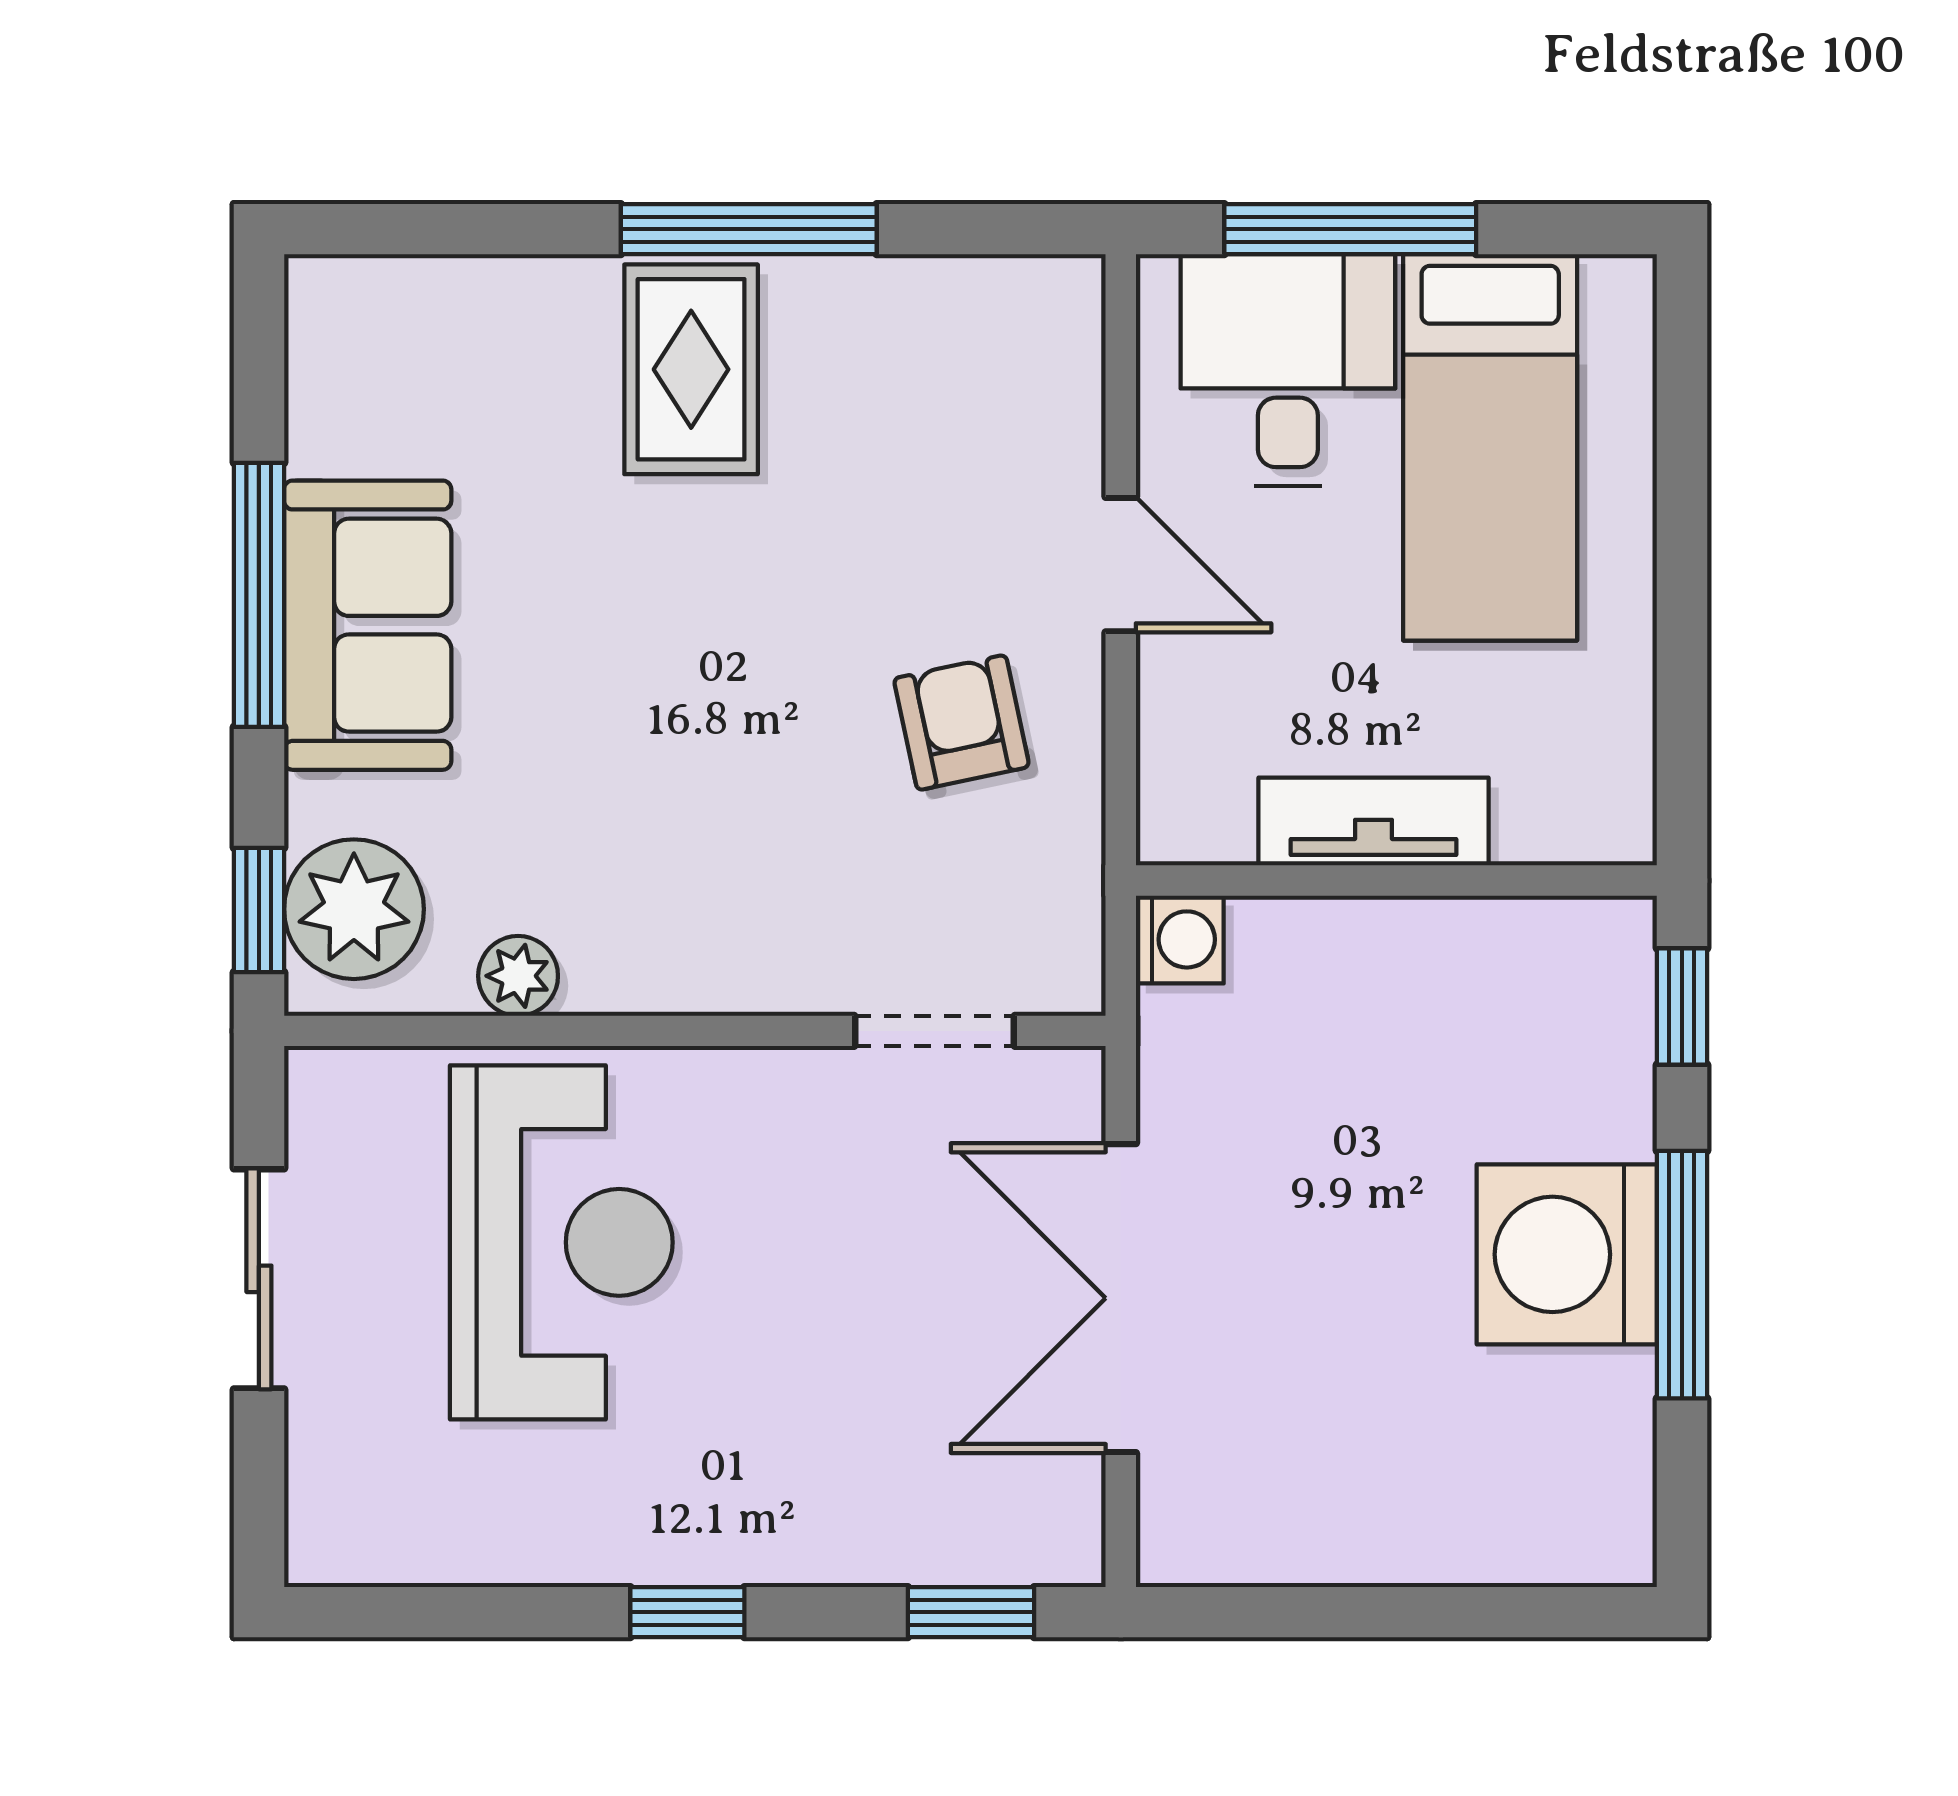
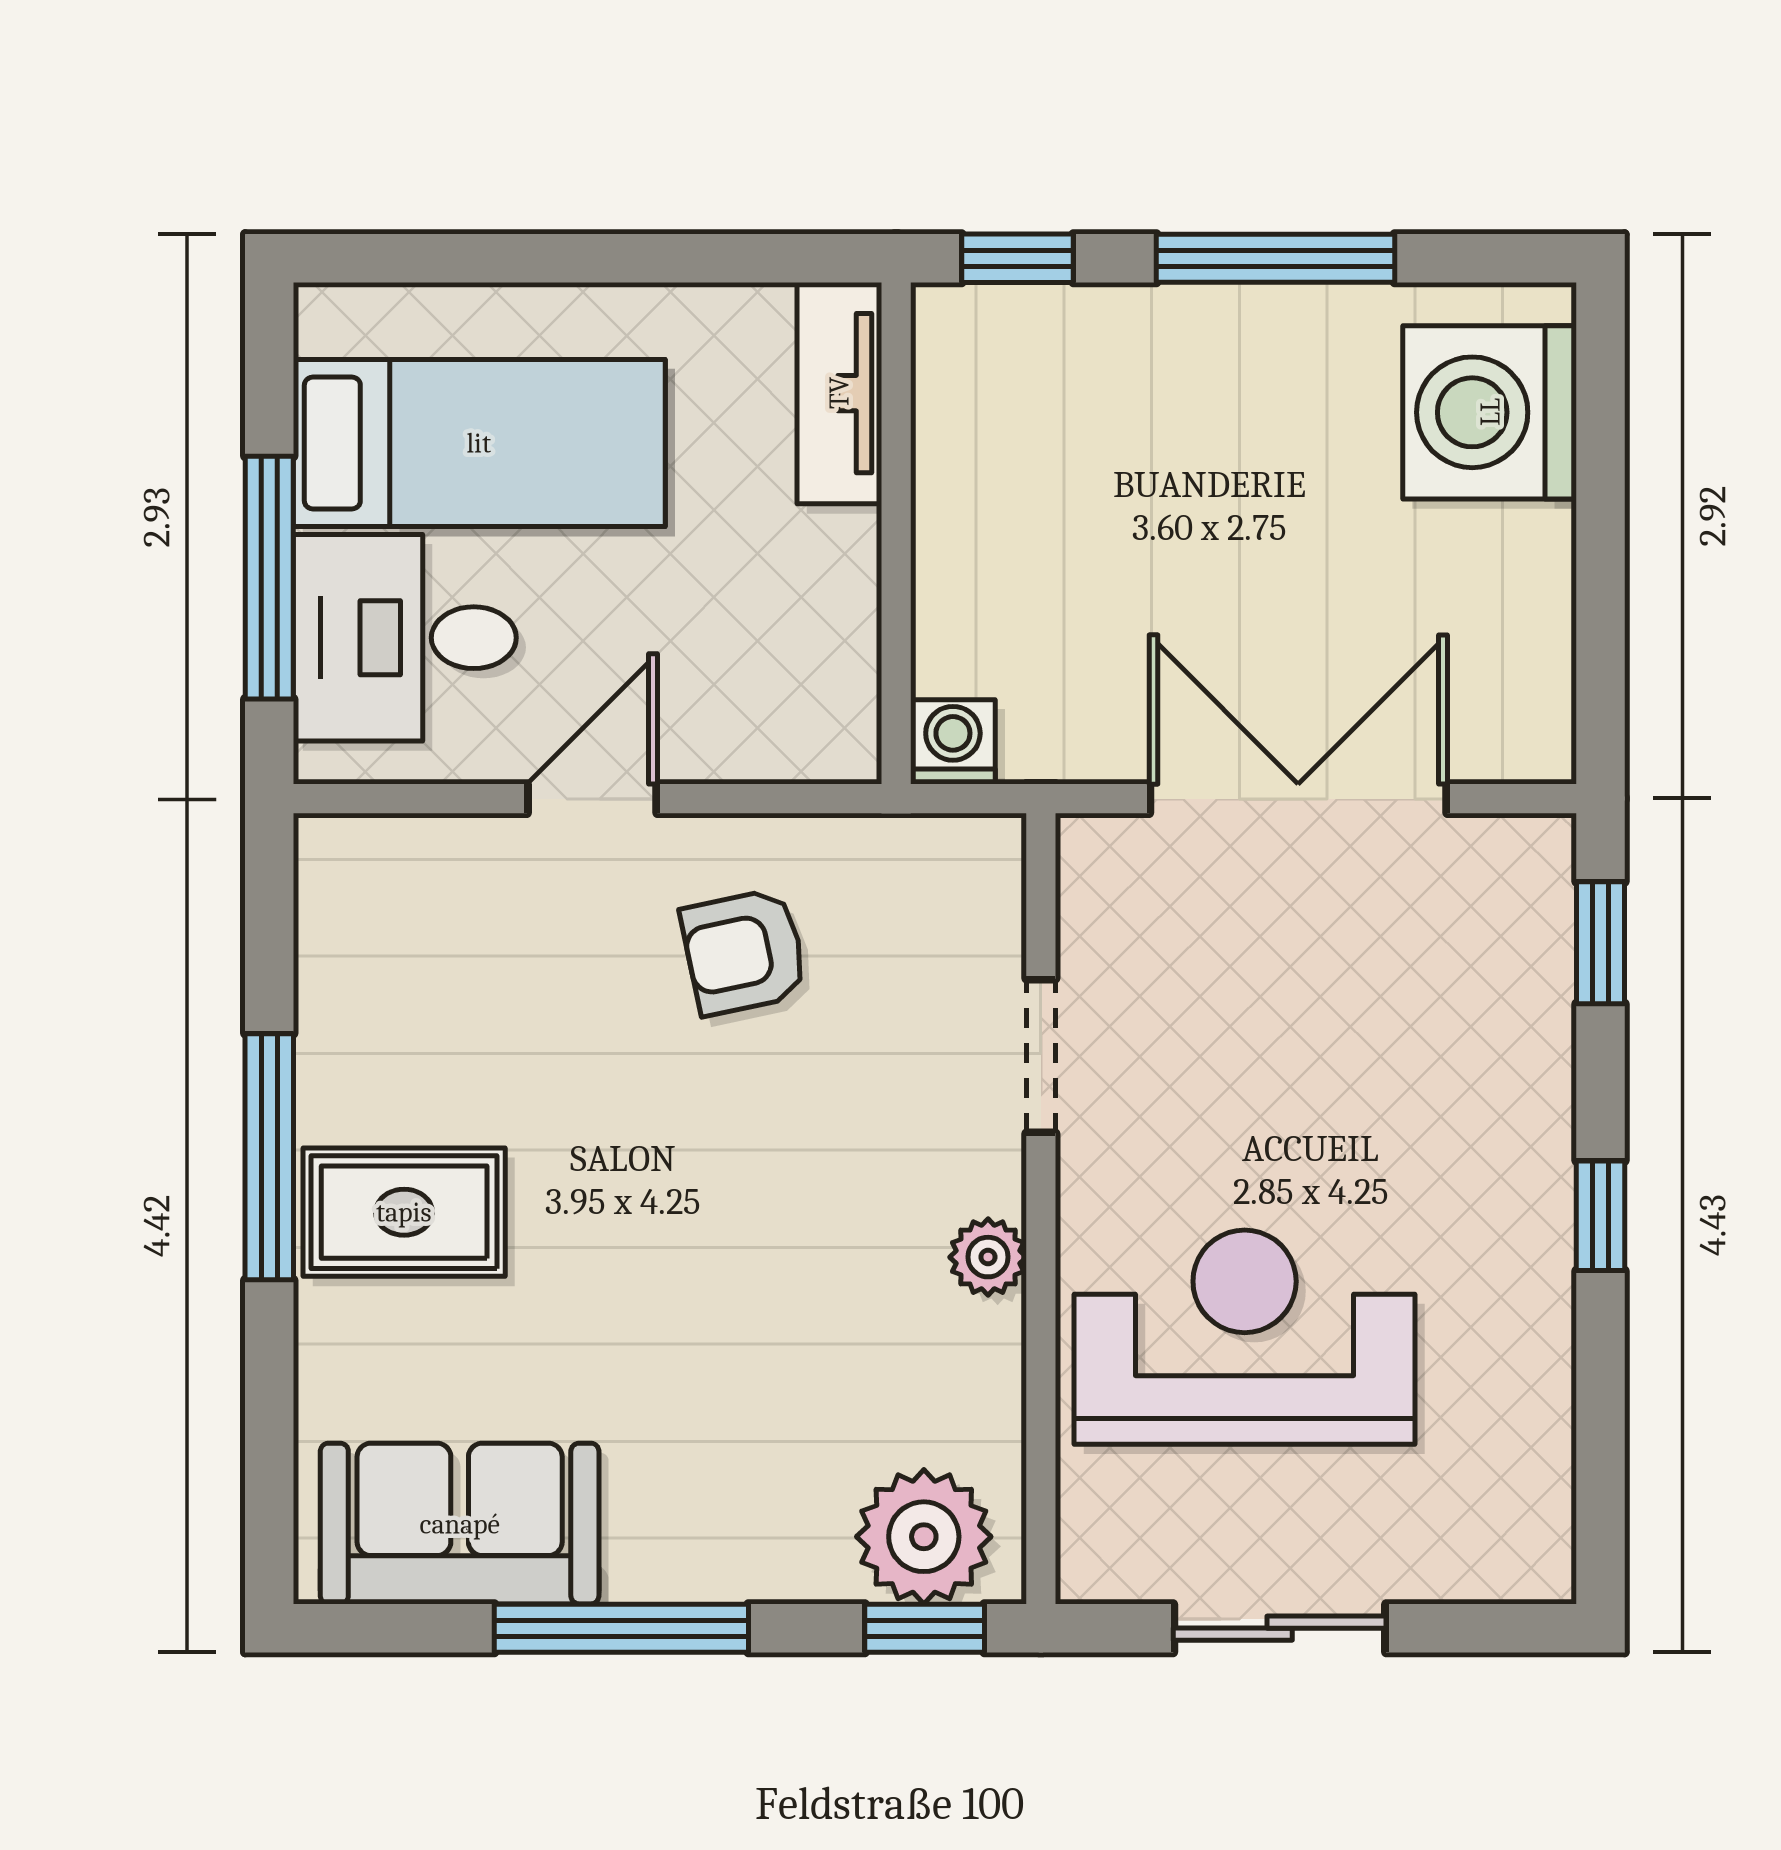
sofa: (368, 625) -> (460, 1524), moved
tv unit: (1374, 822) -> (839, 393), moved
plant: (518, 976) -> (988, 1257), moved
doorway: (934, 1031) -> (1041, 1056), moved
washing machine: (1567, 1254) -> (1490, 412), moved, turned 90
double door: (1121, 1298) -> (1298, 799), swing flipped

